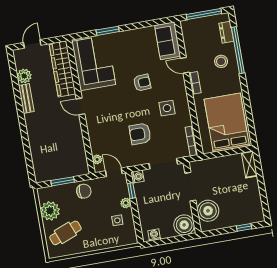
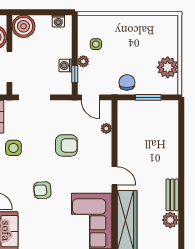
side table: (167, 108) -> (13, 148), moved
armchair: (140, 134) -> (66, 145), moved
plant: (97, 159) -> (106, 128), moved
washing machine: (137, 177) -> (65, 66), moved
chair: (84, 191) -> (127, 82), turned 90
cafe table: (65, 233) -> (155, 40), removed

